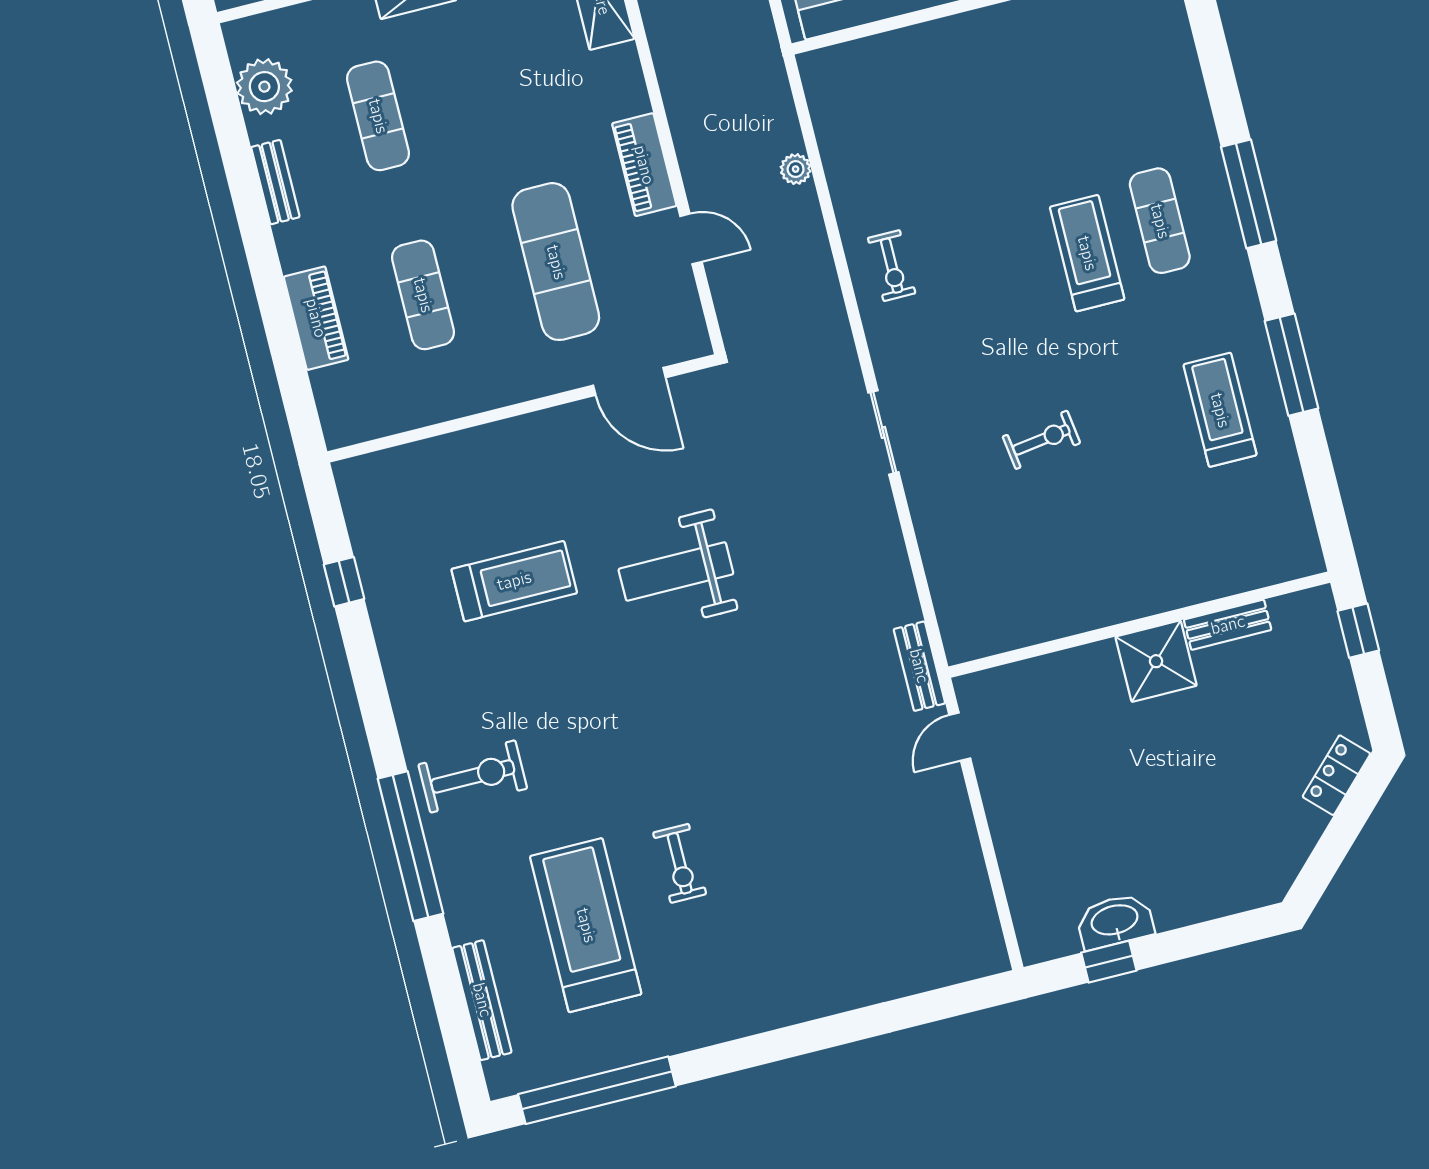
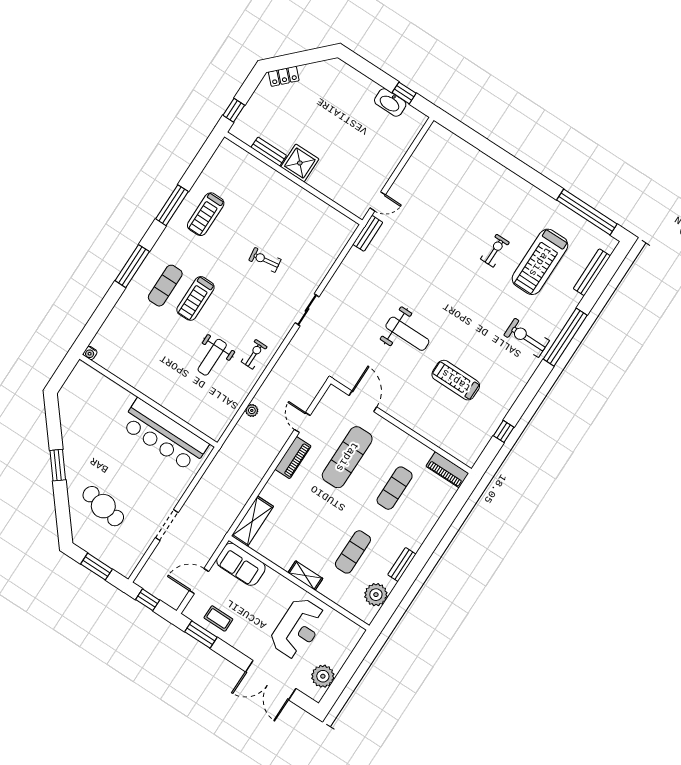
weight bench: (955, 186) -> (212, 357), added
piano: (316, 318) -> (447, 470), moved, turned -90

